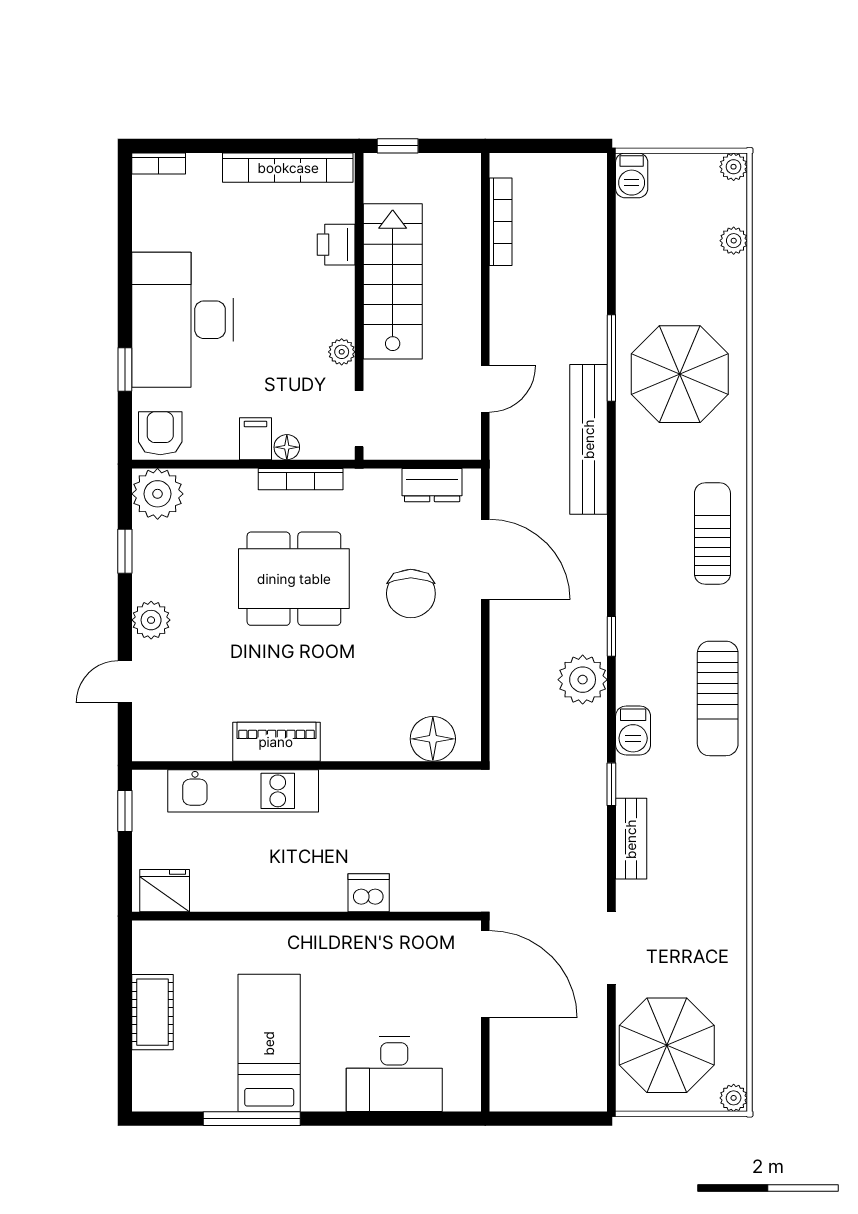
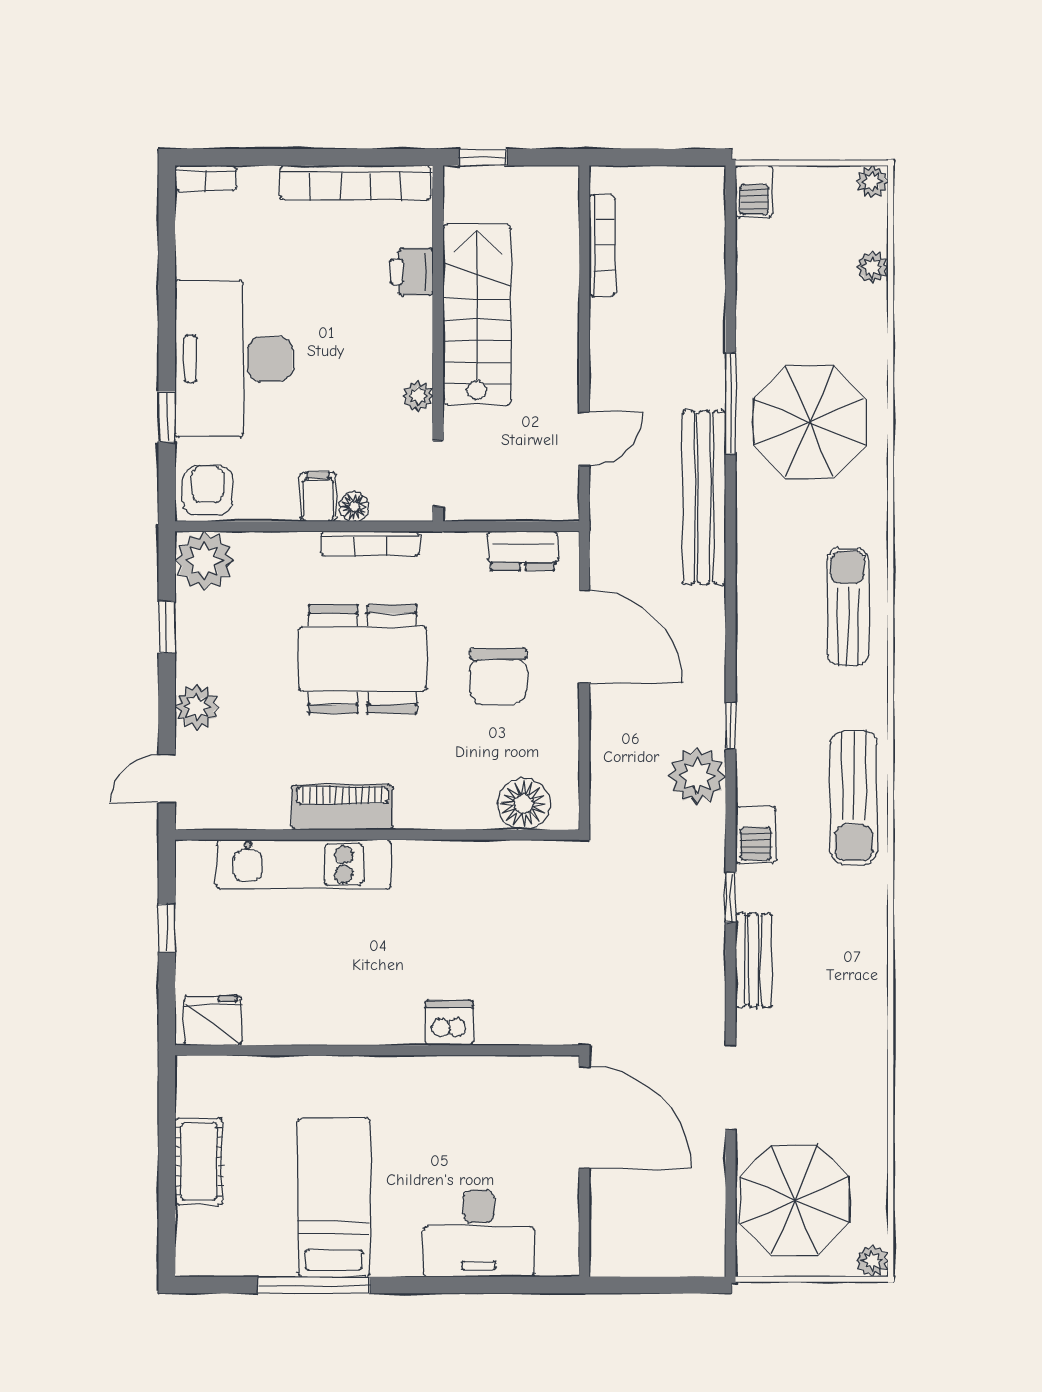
floor lamp: (433, 739) -> (524, 804), moved
piano: (276, 742) -> (342, 807), moved
wall: (307, 765) -> (377, 835), moved
kitchen unit: (243, 791) -> (304, 864), moved

